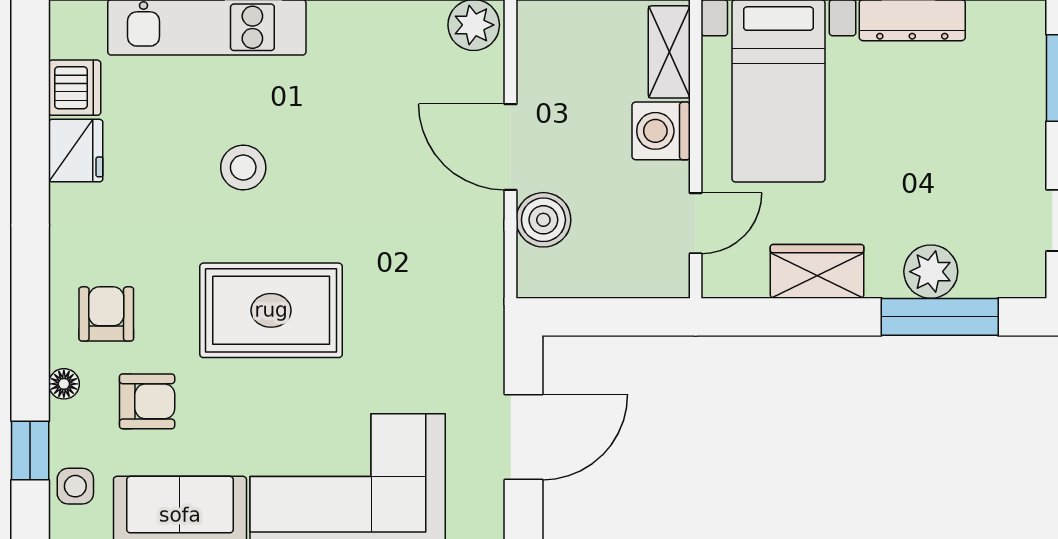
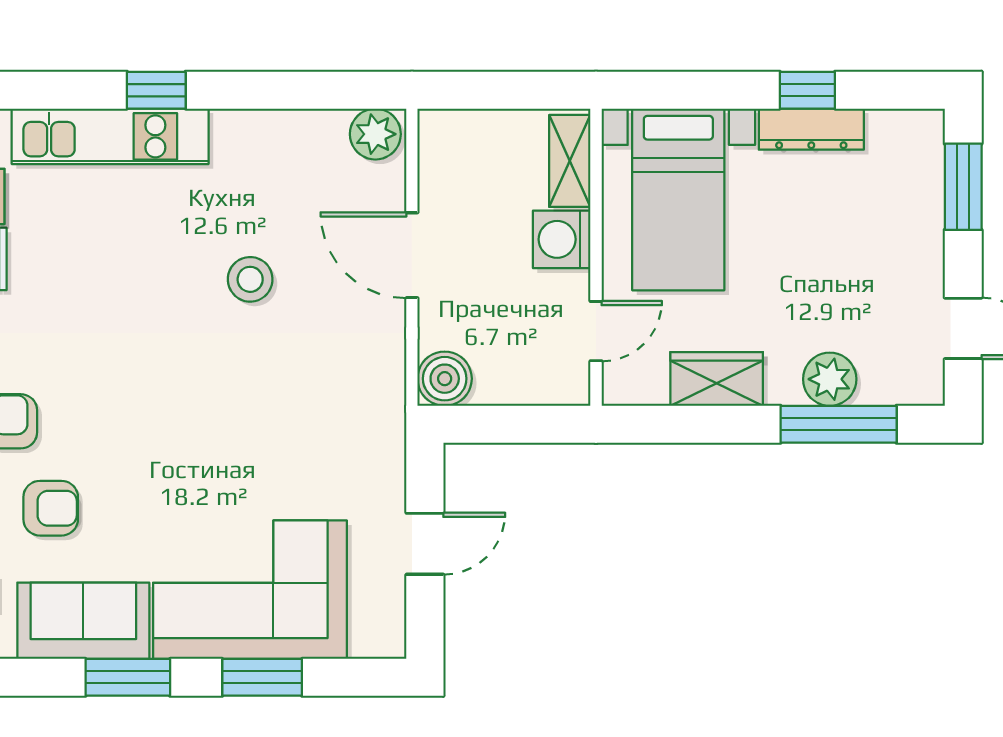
stool: (243, 168) -> (250, 279), moved
boiler: (543, 220) -> (445, 379), moved
rug: (271, 310) -> (174, 418), removed
door: (523, 437) -> (425, 544), width x0.73

